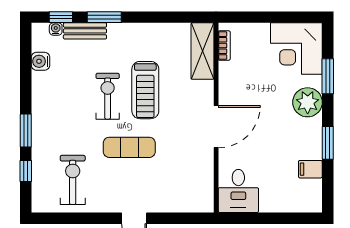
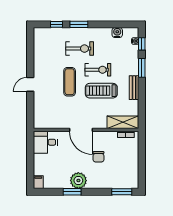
bench: (85, 31) -> (134, 88), moved
corner desk: (296, 49) -> (124, 174), removed
window: (328, 76) -> (122, 192), moved
chair: (265, 95) -> (98, 157), added
plant: (308, 102) -> (78, 181), moved
filing cabinet: (310, 169) -> (38, 182), moved
exercise bike: (73, 180) -> (80, 49), moved

